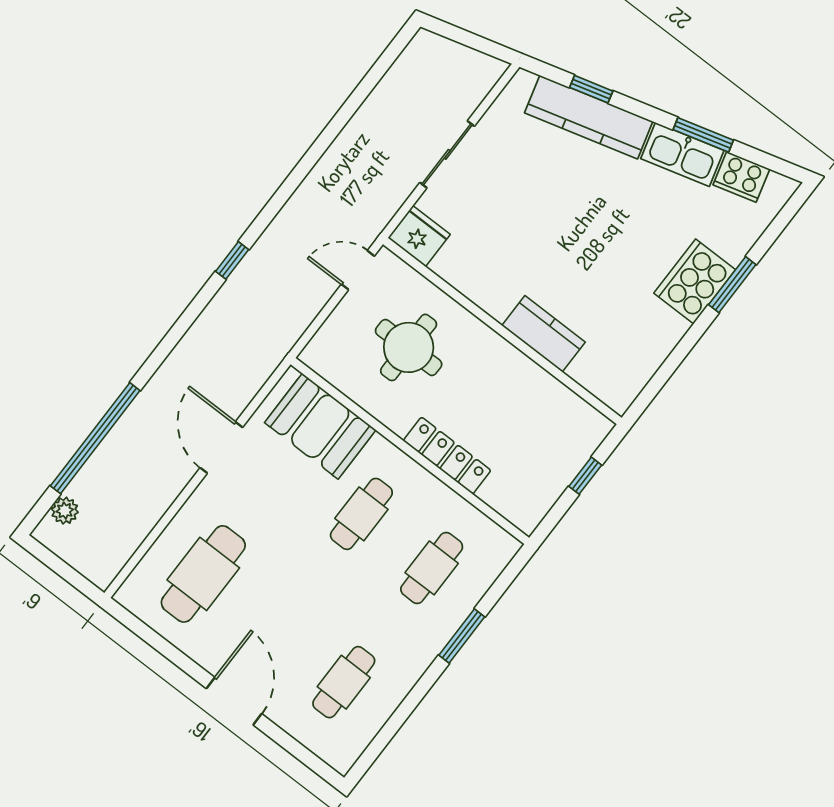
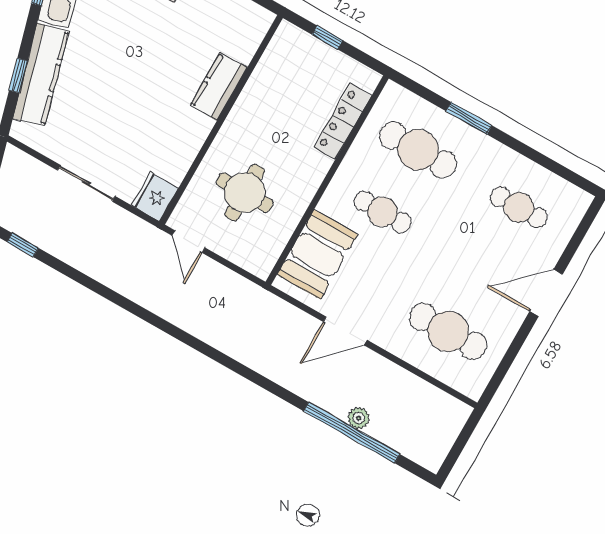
window: (232, 260) -> (23, 245), moved
locker: (447, 456) -> (343, 122), moved
plant: (65, 511) -> (359, 418), moved
cafe table: (432, 568) -> (418, 150), width x1.37, depth x1.35

